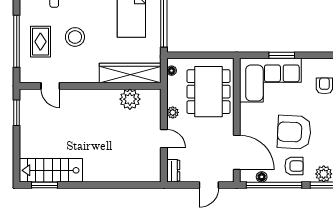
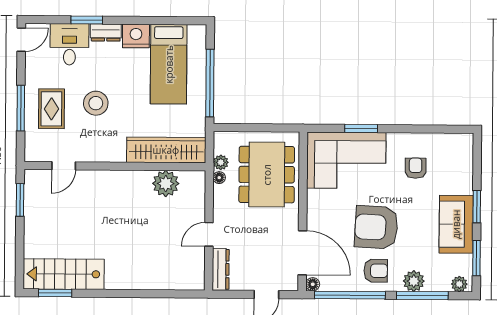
window: (17, 41) -> (21, 108), width x0.68
floor lamp: (172, 71) -> (219, 178), moved
door: (50, 86) -> (64, 166), hinge flipped
plant: (173, 112) -> (221, 162), moved
door: (164, 139) -> (209, 234), swing flipped
dresser: (173, 171) -> (221, 269), width x1.44
floor lamp: (262, 177) -> (313, 284), moved

